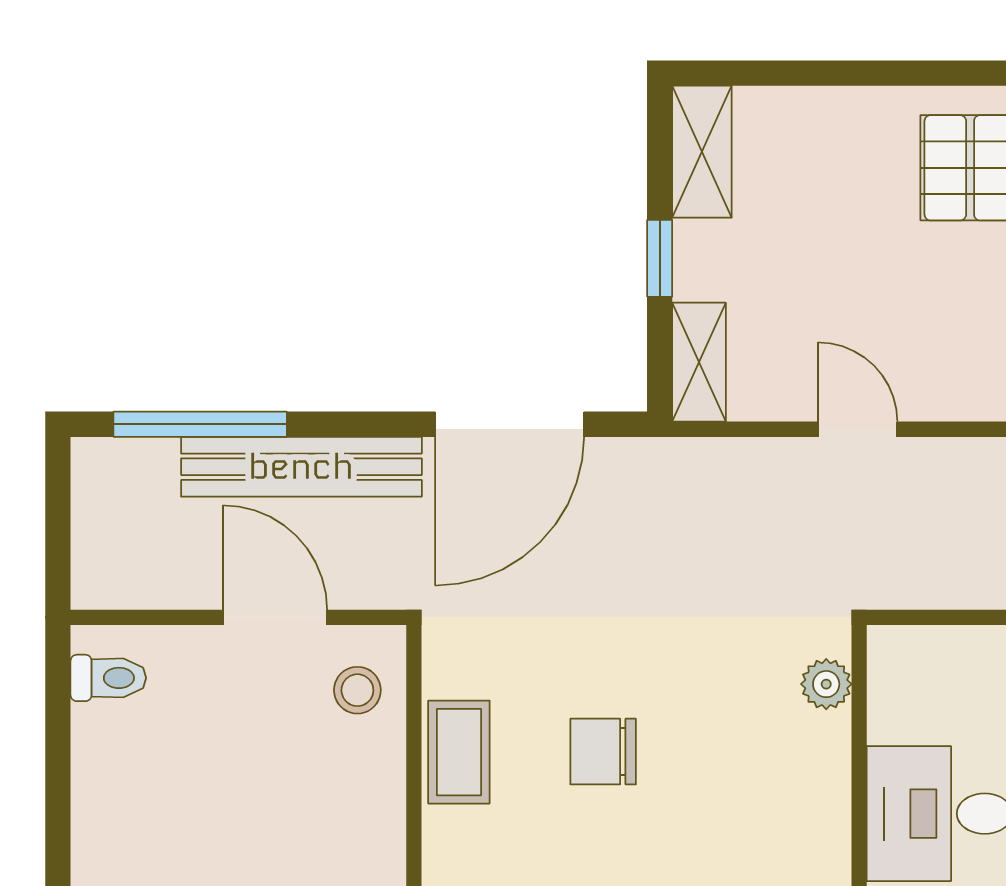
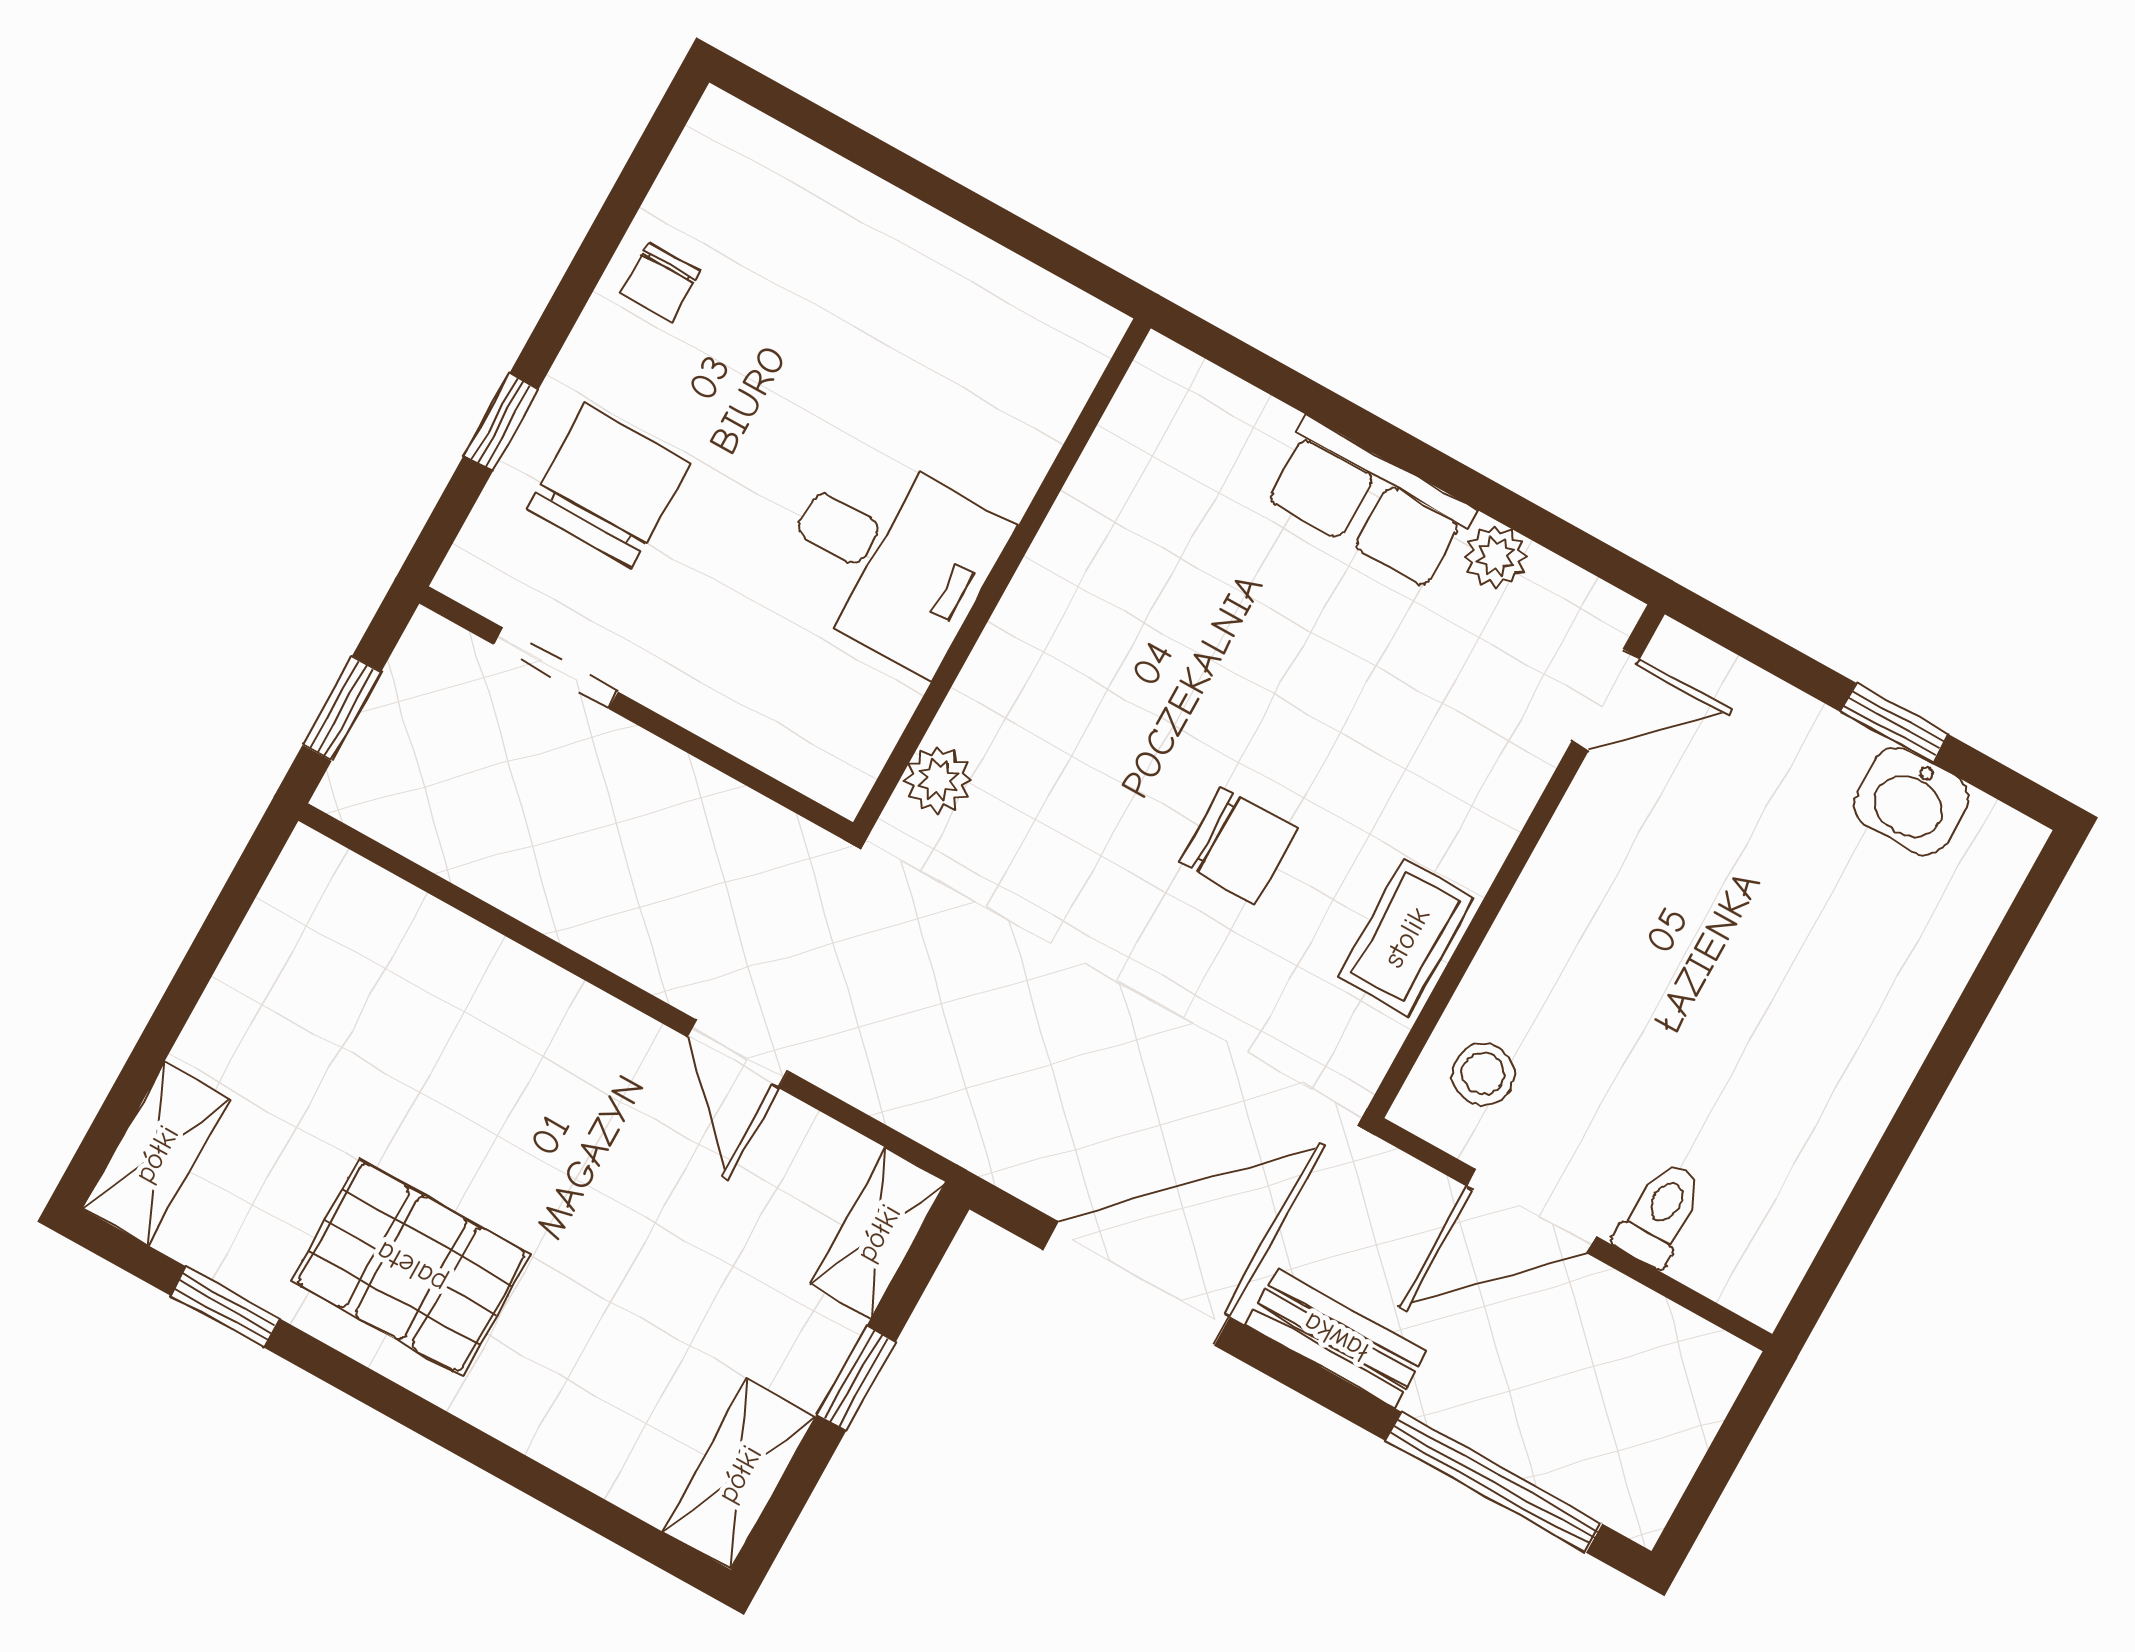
bench: (301, 467) -> (1336, 1338), width x0.54, depth x0.82
door: (275, 617) -> (1531, 1211), hinge flipped
toilet: (108, 678) -> (1660, 1214), moved, turned 90

